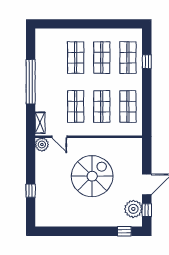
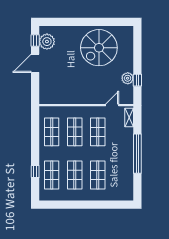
door: (59, 137) -> (112, 105), hinge flipped
plant: (42, 145) -> (128, 78), moved
spiral stairs: (92, 176) -> (99, 48), moved
window: (31, 191) -> (137, 80), moved
window: (124, 231) -> (55, 22), removed

